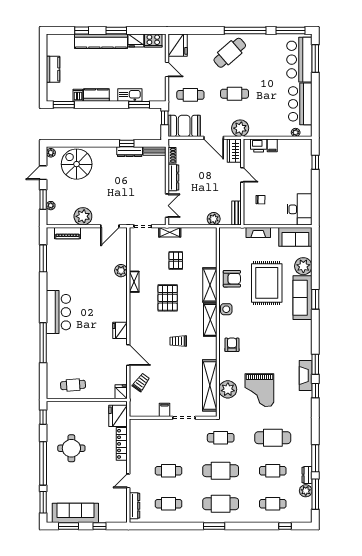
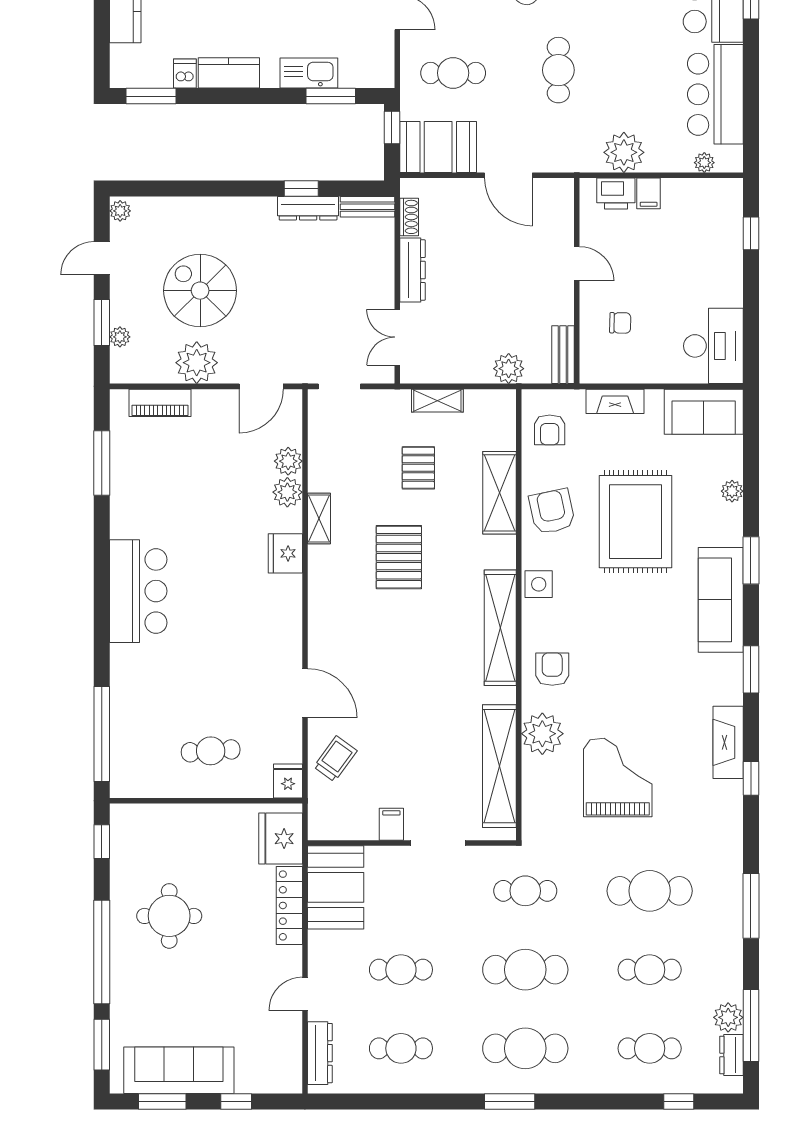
cafe table: (235, 94) -> (558, 70), turned 90
plant: (240, 128) -> (624, 152), moved
wardrobe: (234, 151) -> (558, 206), removed
spiral stairs: (77, 164) -> (200, 291), moved
double door: (167, 206) -> (397, 337), swing flipped
shelving: (170, 232) -> (437, 401), moved
armchair: (231, 245) -> (550, 430), added
plant: (121, 258) -> (288, 461), added
plant: (303, 266) -> (732, 491), width x0.53, depth x0.53
armchair: (232, 279) -> (552, 511), turned -102
shelving: (210, 285) -> (500, 493), moved
sofa: (303, 298) -> (721, 600), moved
shelving: (210, 320) -> (500, 628), width x1.47
fridge: (120, 330) -> (285, 553), moved
trolley: (178, 341) -> (424, 660), removed
window: (43, 343) -> (102, 734), moved
window: (315, 364) -> (751, 669), moved
cafe table: (73, 385) -> (211, 751), moved
plant: (228, 389) -> (542, 734), moved
grand piano: (259, 390) -> (618, 777), turned 180
booth: (141, 436) -> (336, 887), added
window: (315, 458) -> (751, 906), moved
dresser: (307, 475) -> (731, 1055), moved

